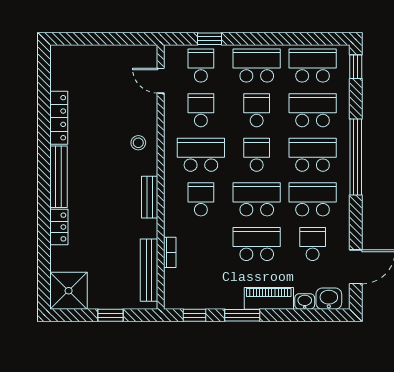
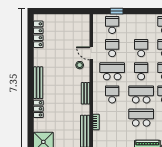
school desk: (257, 66) -> (141, 25), removed
door: (161, 81) -> (91, 53), moved
locker: (59, 118) -> (38, 34), moved

